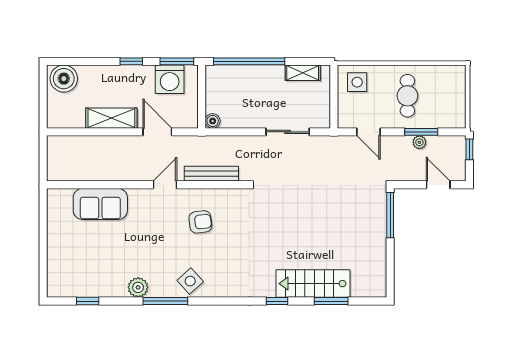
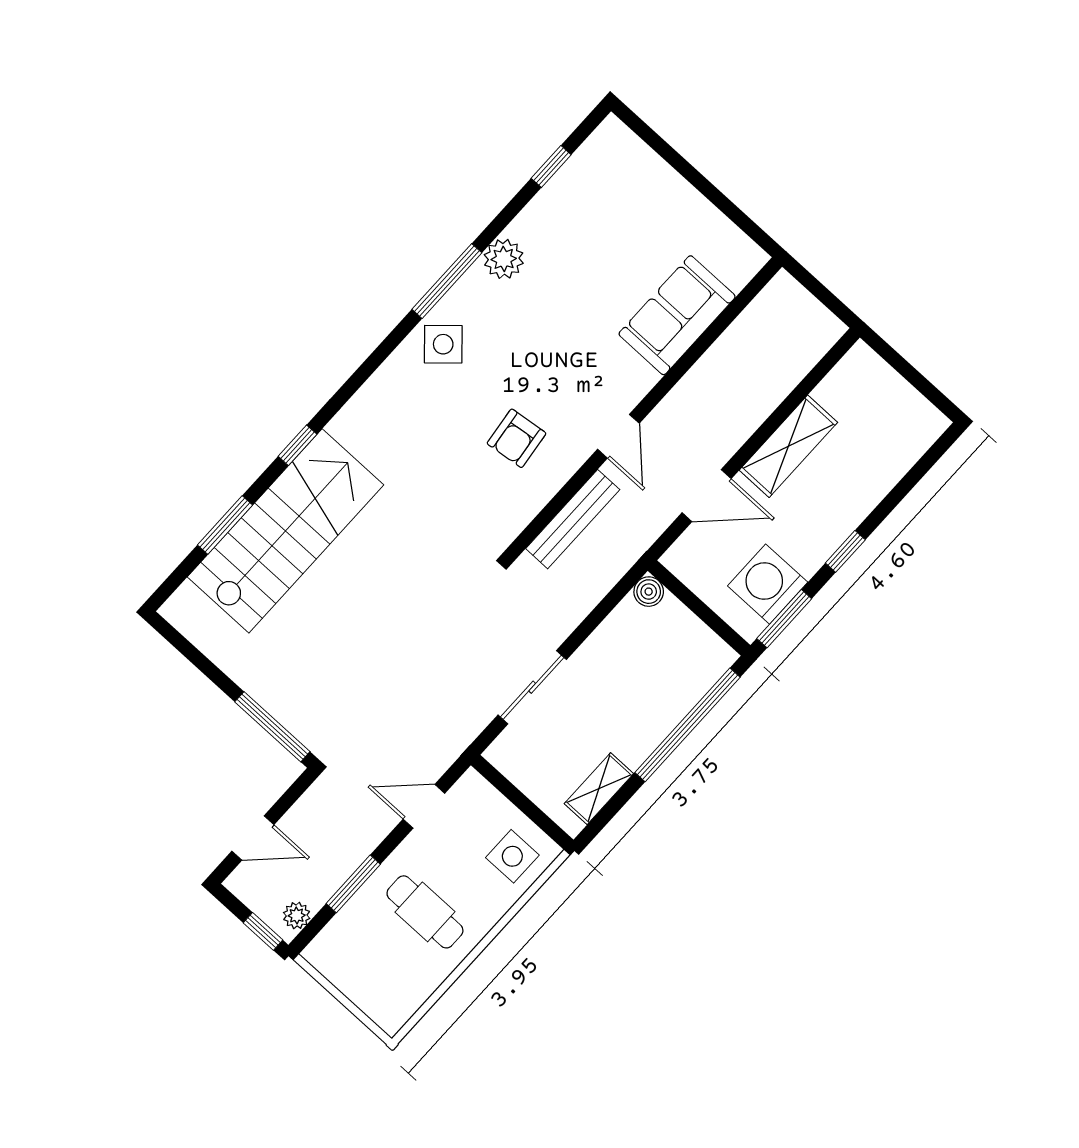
boiler: (64, 79) -> (910, 429), removed
plant: (419, 142) -> (297, 916), moved
stairs: (313, 284) -> (285, 531), width x1.36, depth x1.51

